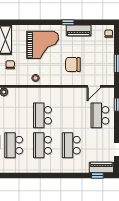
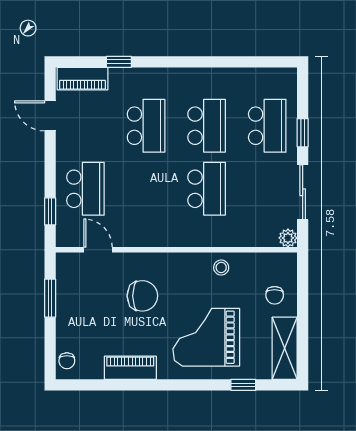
window: (68, 22) -> (243, 385), moved
door: (94, 86) -> (98, 250), hinge flipped
window: (97, 176) -> (119, 62), moved

